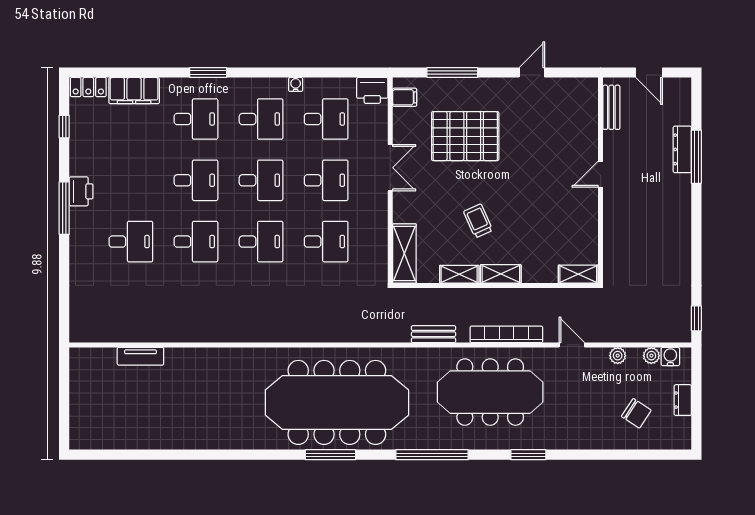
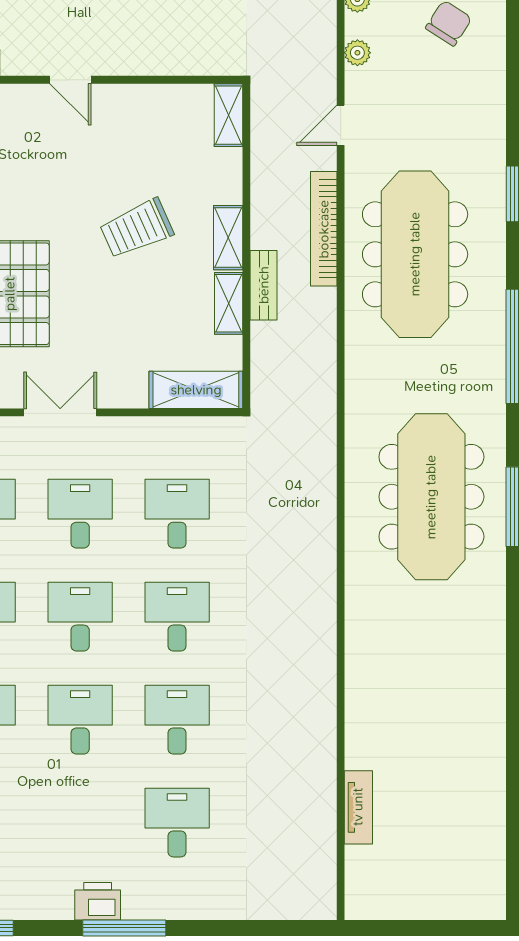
trolley: (478, 221) -> (137, 229), moved, width x1.36, depth x1.39
bench: (433, 334) -> (264, 285), moved
meeting table: (337, 402) -> (431, 497), width x0.73, depth x0.79

